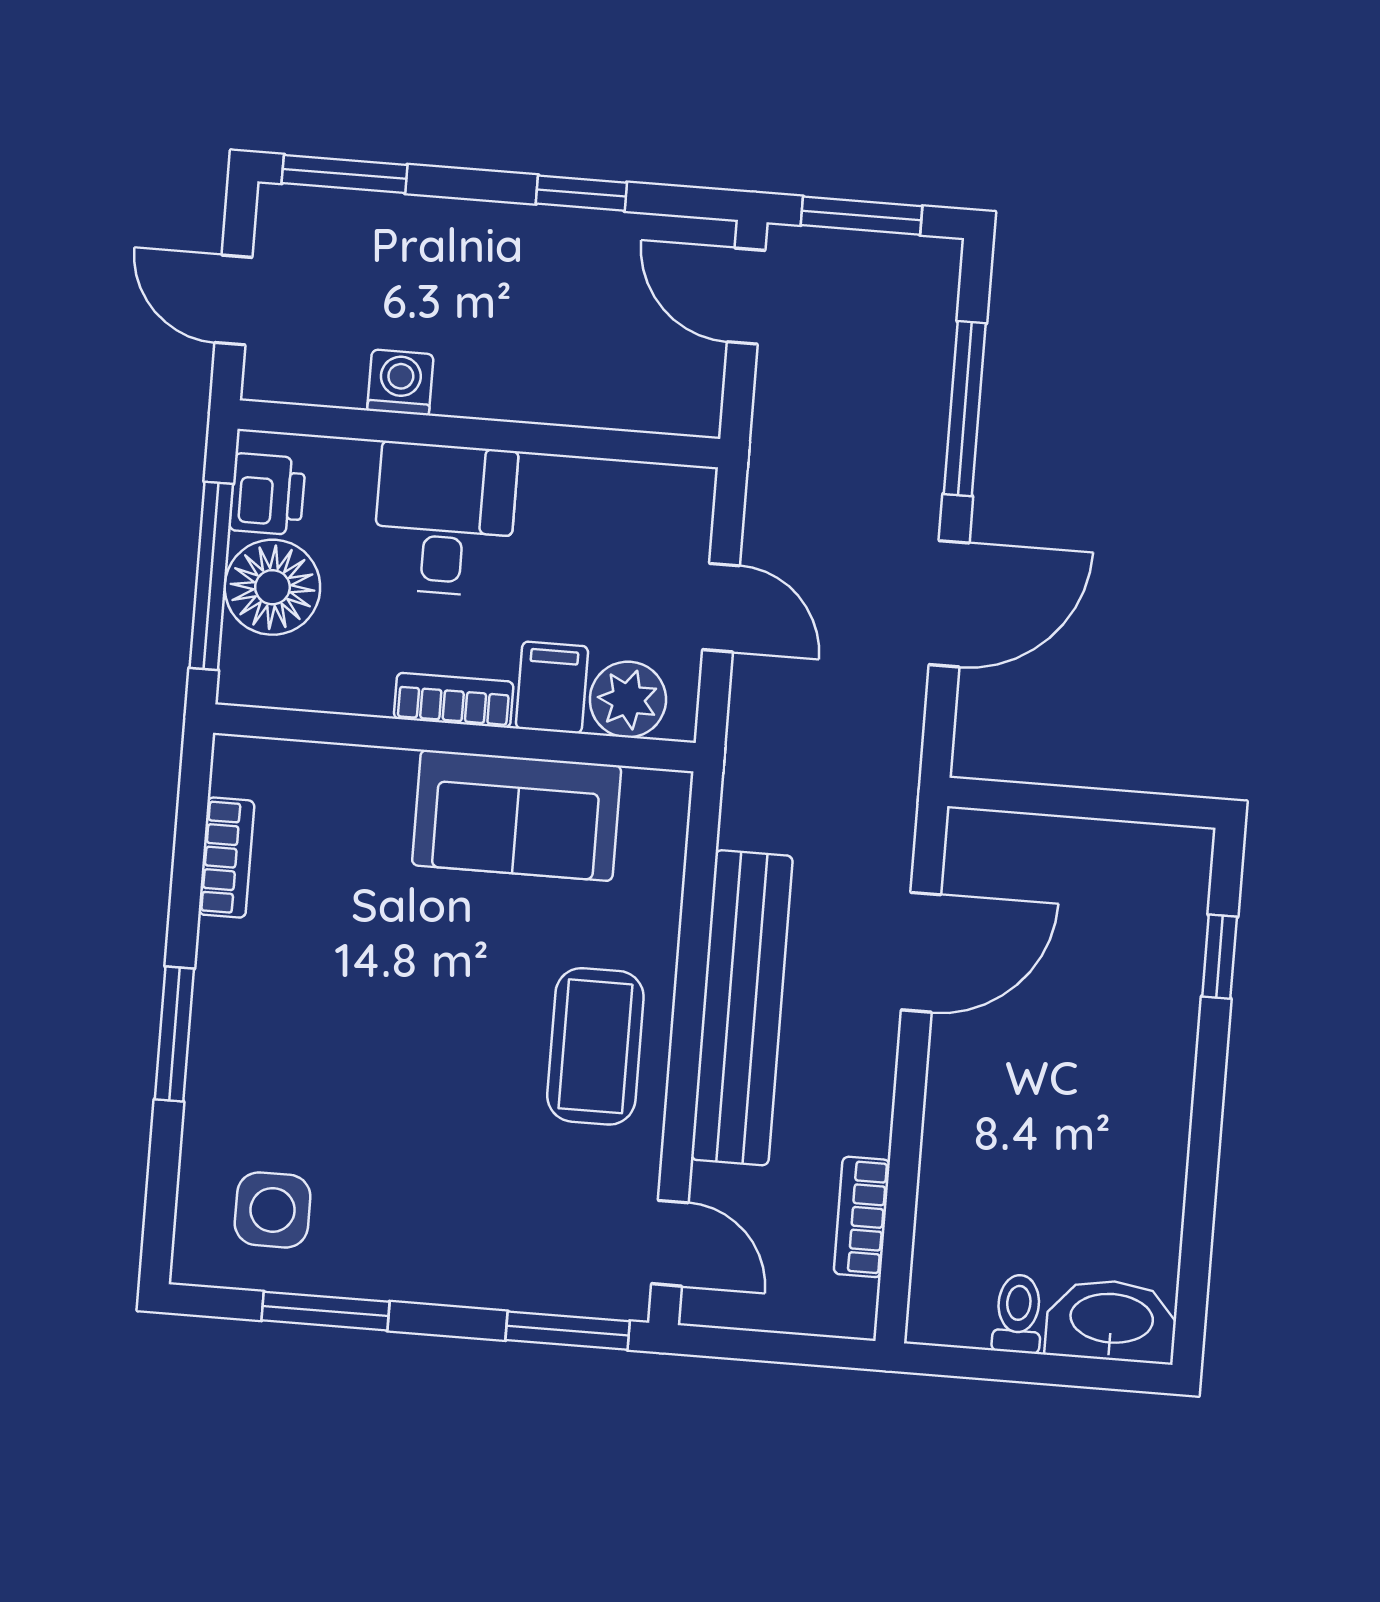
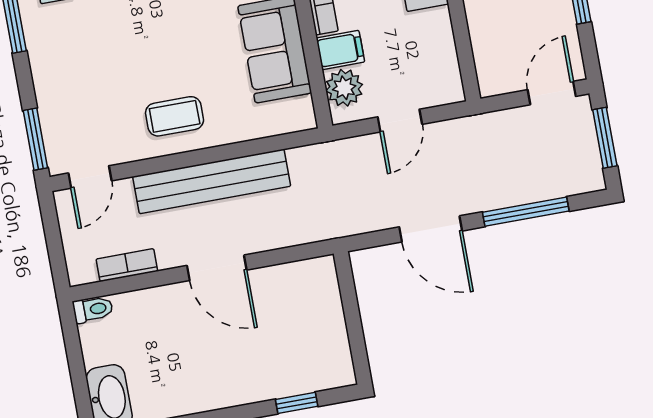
door: (921, 952) -> (217, 268), moved
coffee table: (595, 1046) -> (175, 116), width x0.73, depth x0.77
toilet: (1018, 1314) -> (93, 309), moved

